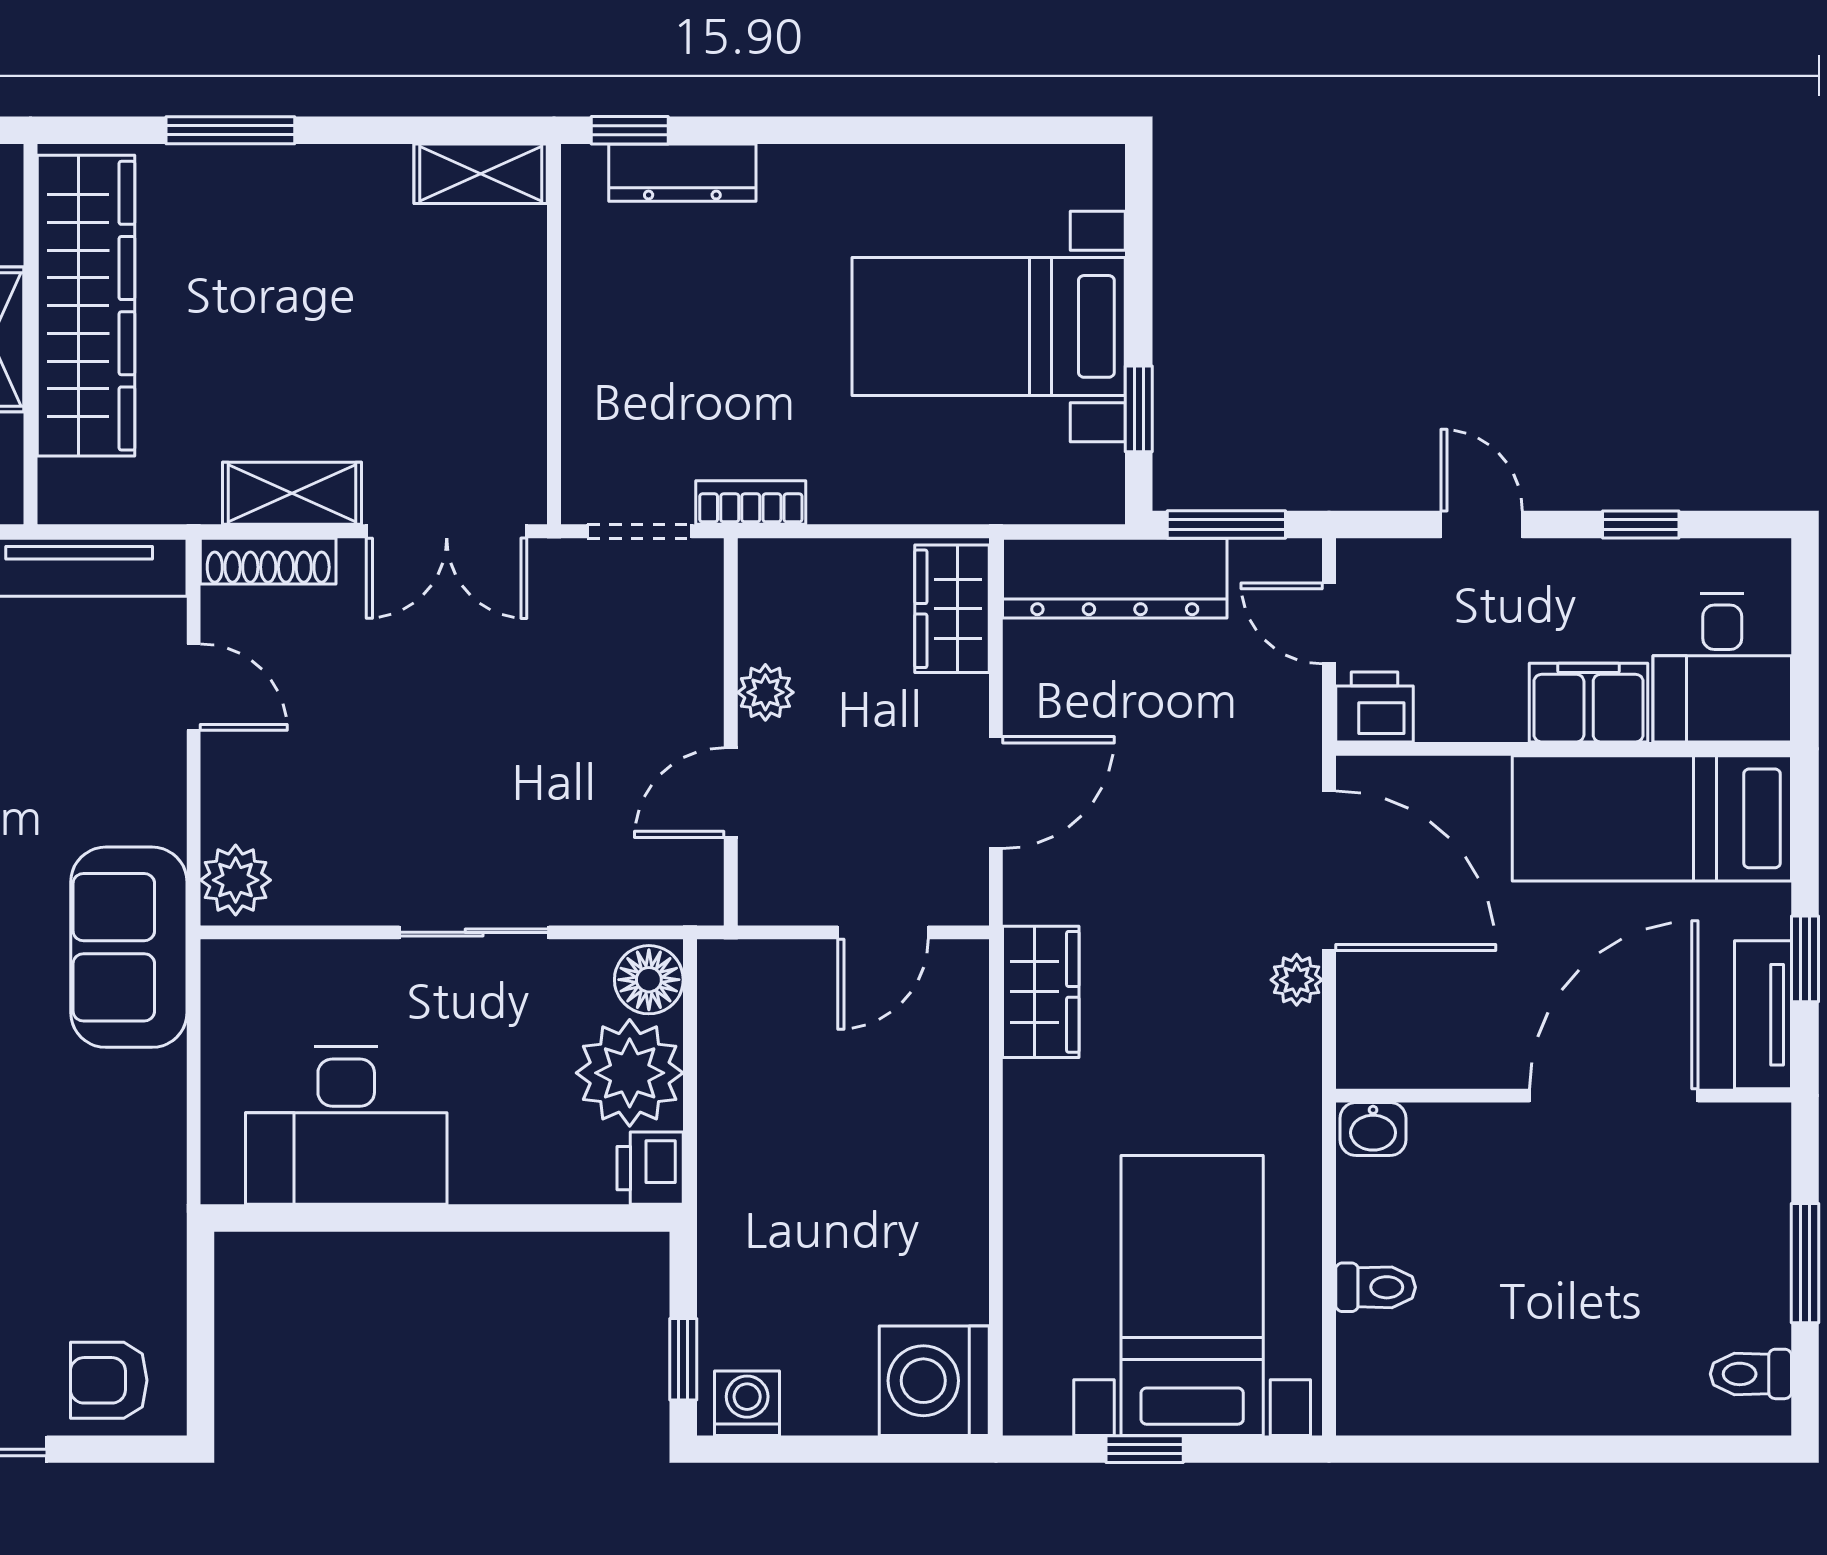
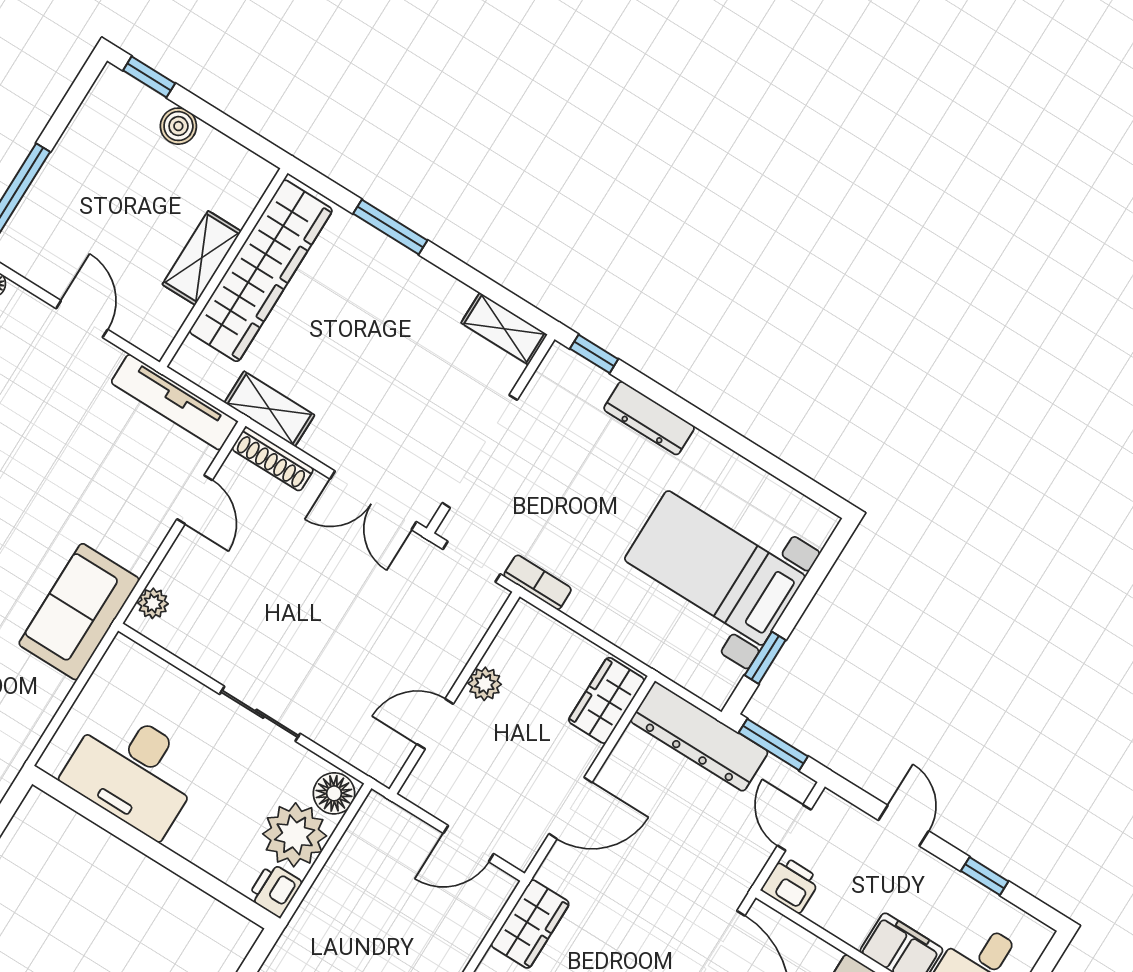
dresser: (682, 173) -> (649, 418), moved
doorway: (554, 368) -> (480, 451), added
shelving: (292, 493) -> (269, 409), moved
plant: (236, 880) -> (153, 603), width x0.73, depth x0.73

